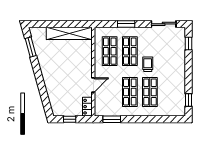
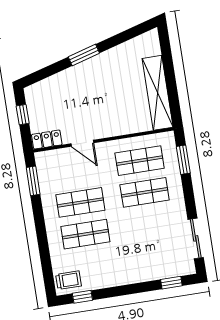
window: (126, 24) -> (183, 160), moved
window: (31, 47) -> (84, 55), moved
trolley: (148, 64) -> (69, 280), moved

